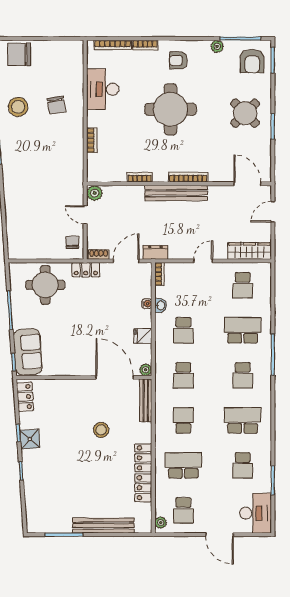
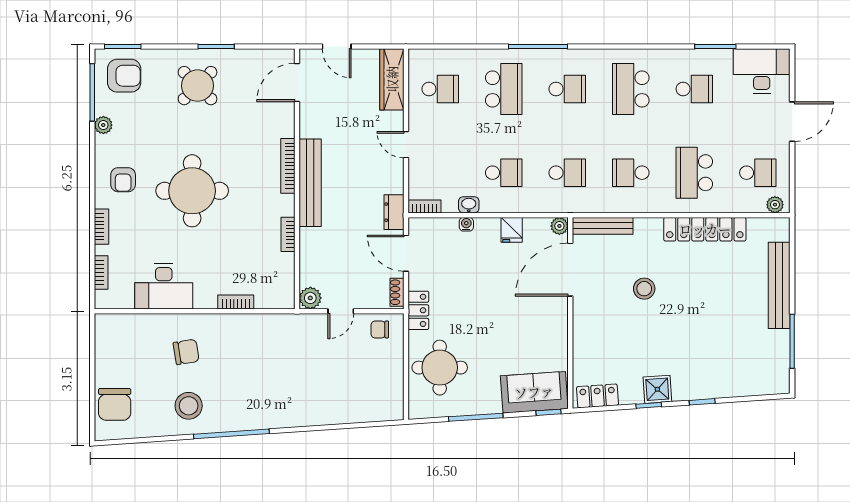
bookcase: (113, 45) -> (101, 273), width x0.64
school desk: (243, 330) -> (504, 89), turned 180

